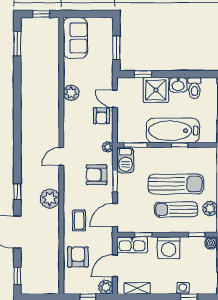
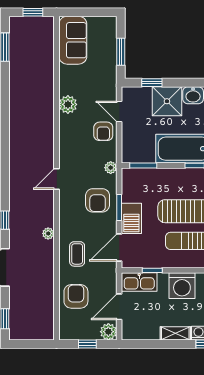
barbecue: (125, 160) -> (131, 218), moved
armchair: (97, 175) -> (98, 200), turned -90
plant: (50, 199) -> (48, 233), width x0.53, depth x0.53
shelving: (137, 288) -> (175, 333), moved

